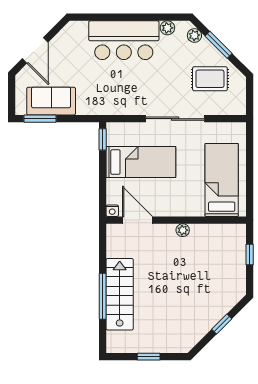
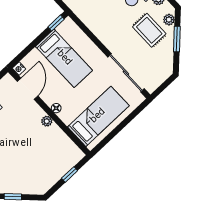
rug: (210, 79) -> (149, 30), moved
sliding door: (175, 119) -> (126, 73), moved
floor lamp: (179, 211) -> (56, 108), added

